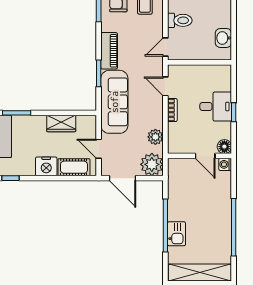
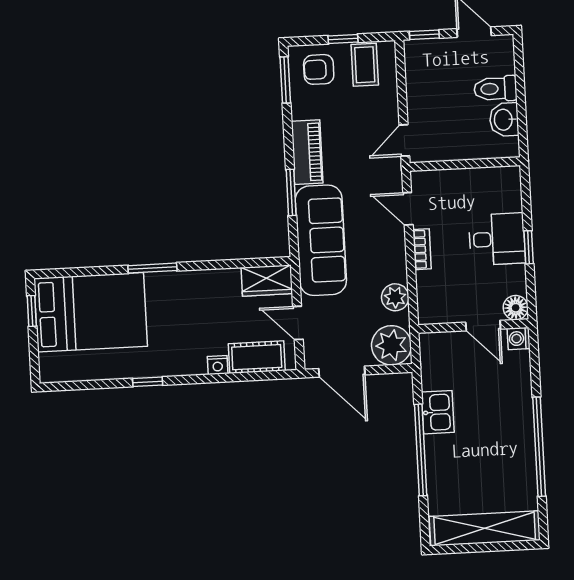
toilet: (180, 20) -> (495, 89), moved, turned 180
wardrobe: (61, 123) -> (267, 281), moved
nightstand: (46, 166) -> (218, 365), width x0.53, depth x0.56
kitchen sink: (176, 234) -> (438, 412), moved

